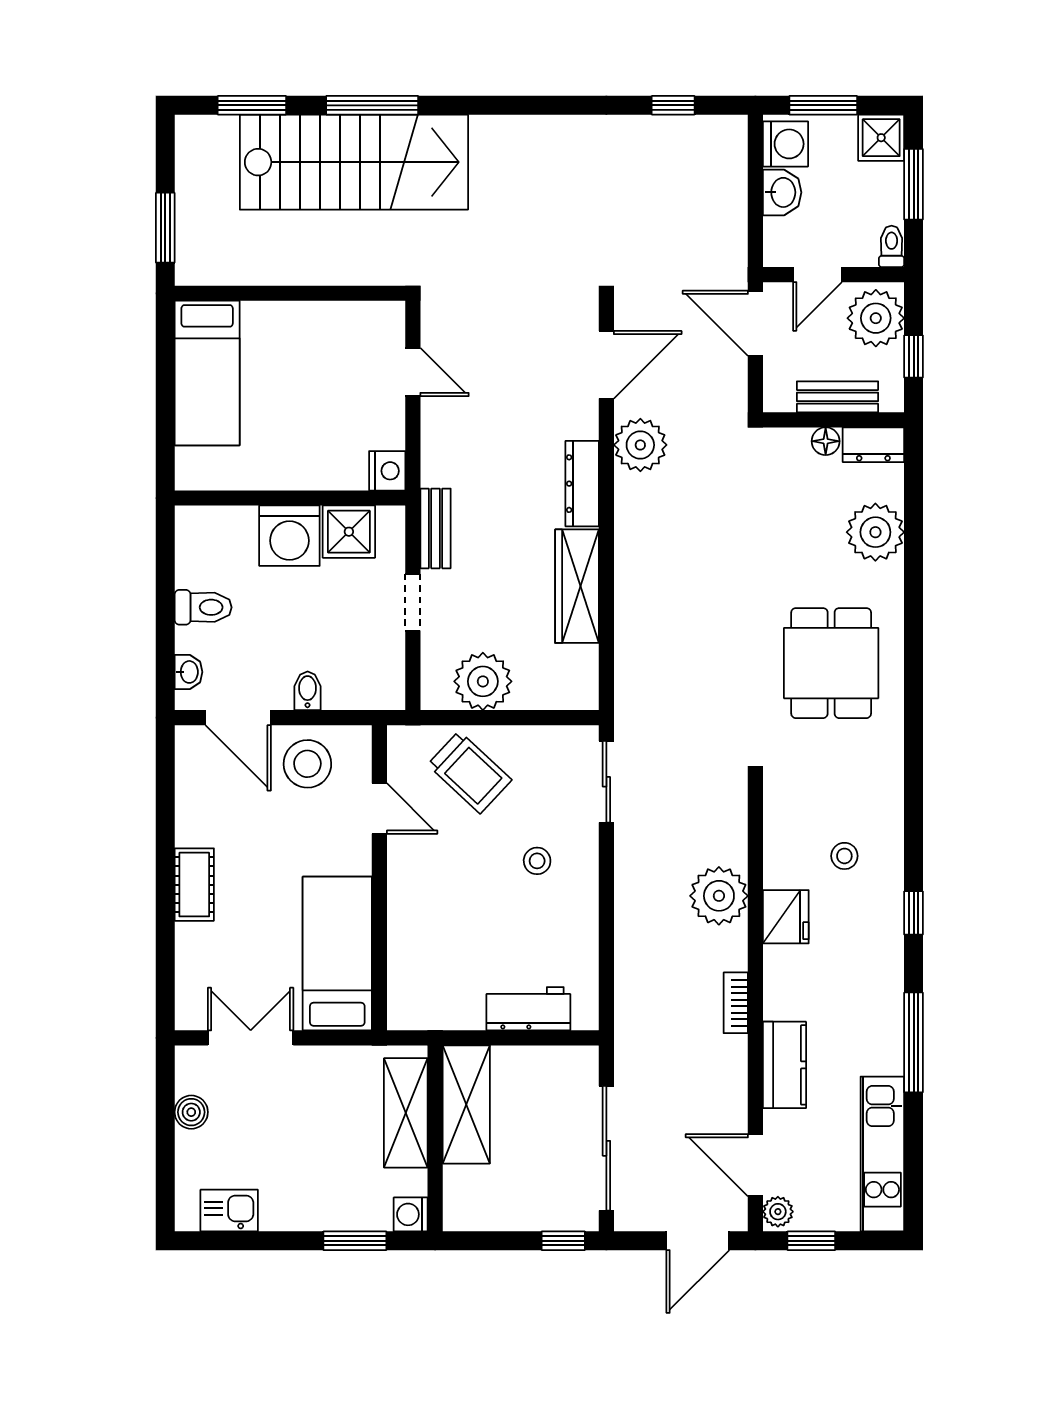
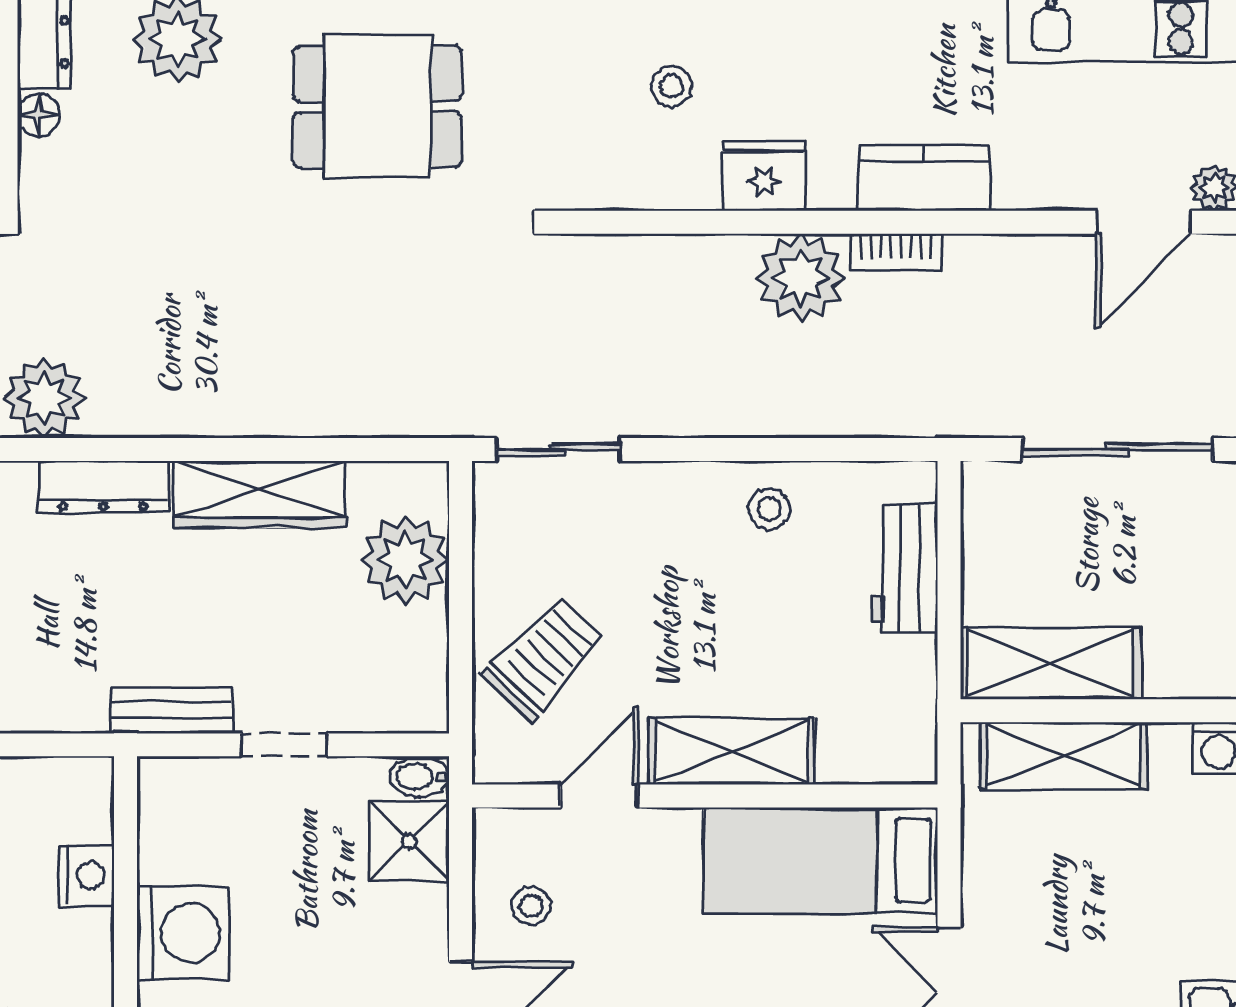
nightstand: (387, 471) -> (86, 876), moved, turned 90
shower: (349, 532) -> (409, 841), moved
plant: (483, 681) -> (405, 560), moved
bidet: (308, 691) -> (420, 776), moved
stool: (307, 764) -> (531, 906), width x0.53, depth x0.53
stool: (537, 861) -> (769, 509), moved
shelving: (409, 895) -> (732, 751), added
plant: (719, 896) -> (801, 278), moved
kitchen counter: (784, 1065) -> (924, 178), moved

